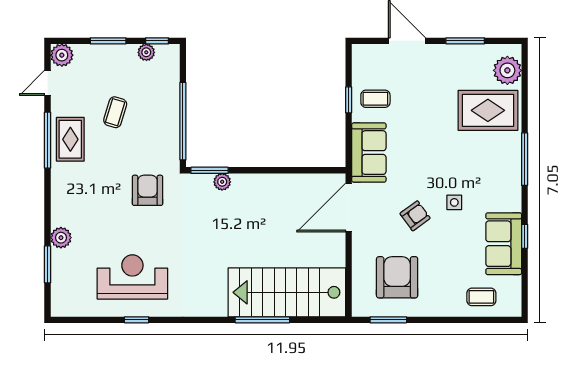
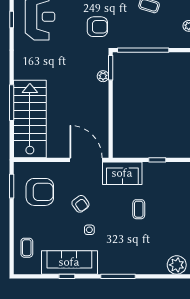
coffee table: (375, 99) -> (139, 209), moved
rug: (488, 110) -> (150, 252), removed
sofa: (504, 244) -> (69, 262), width x1.36

